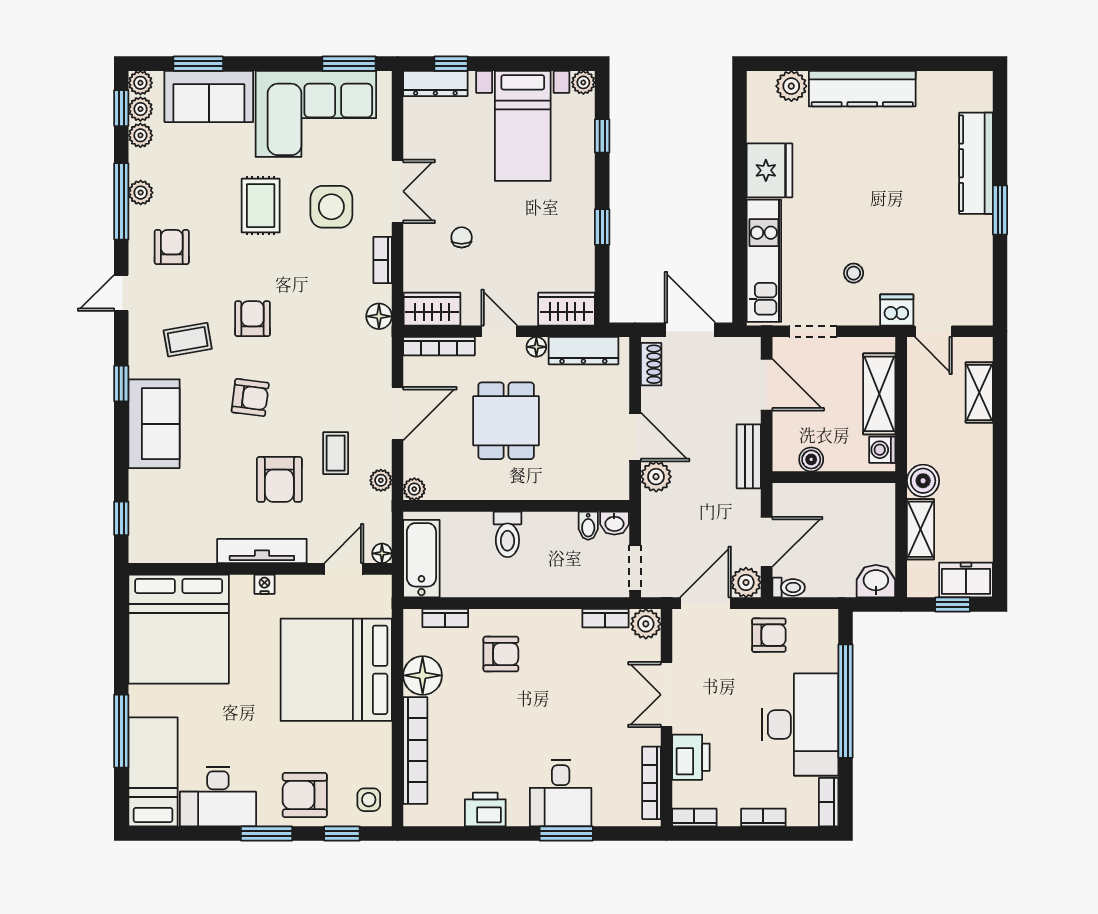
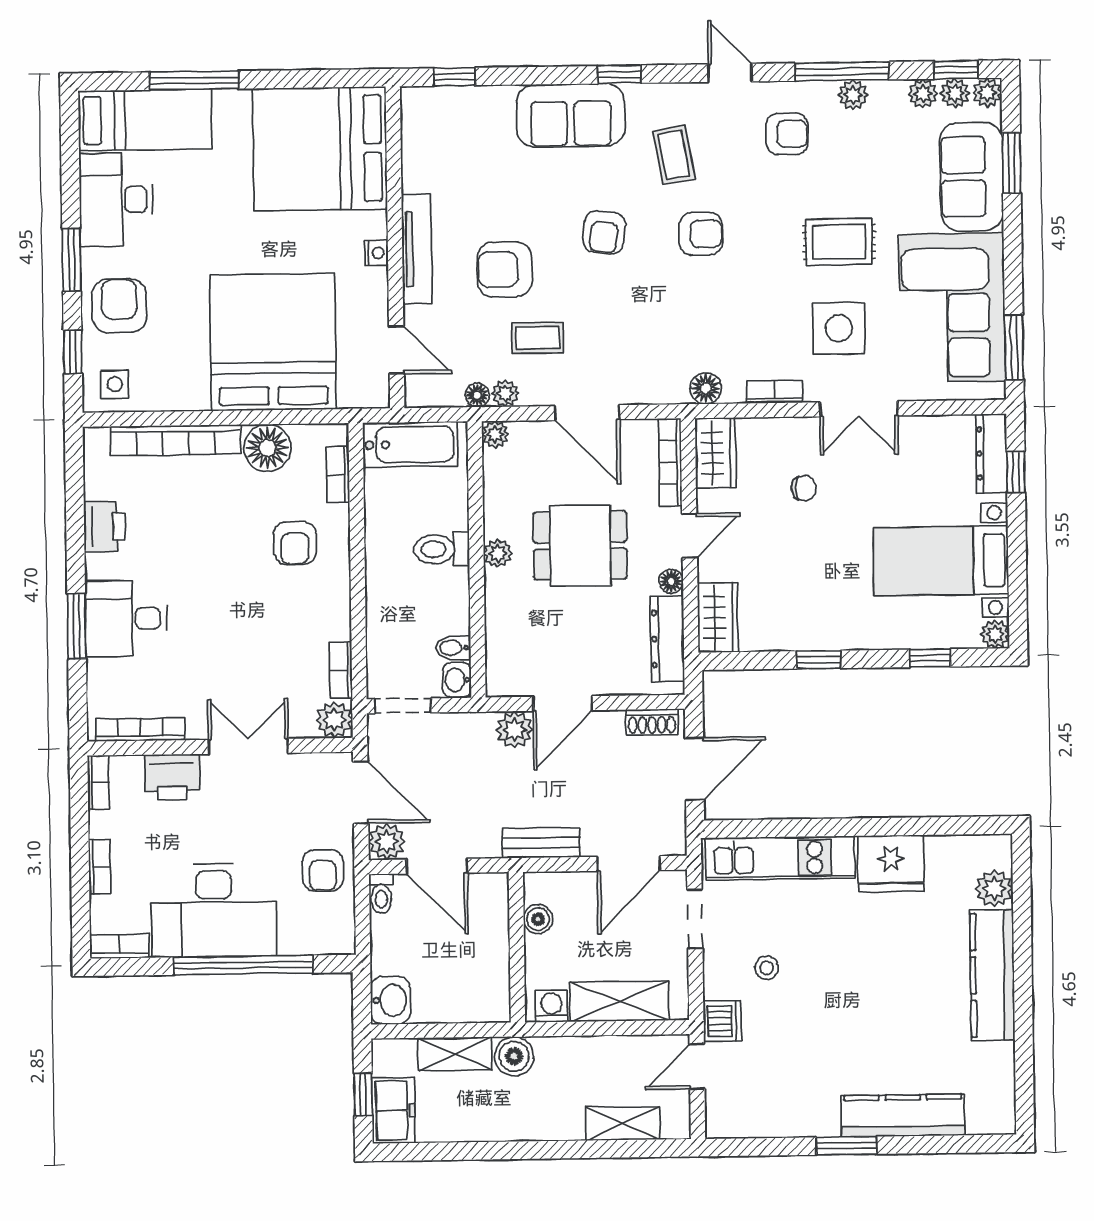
plant: (511, 488) -> (498, 553), added
floor lamp: (382, 553) -> (477, 395), moved

